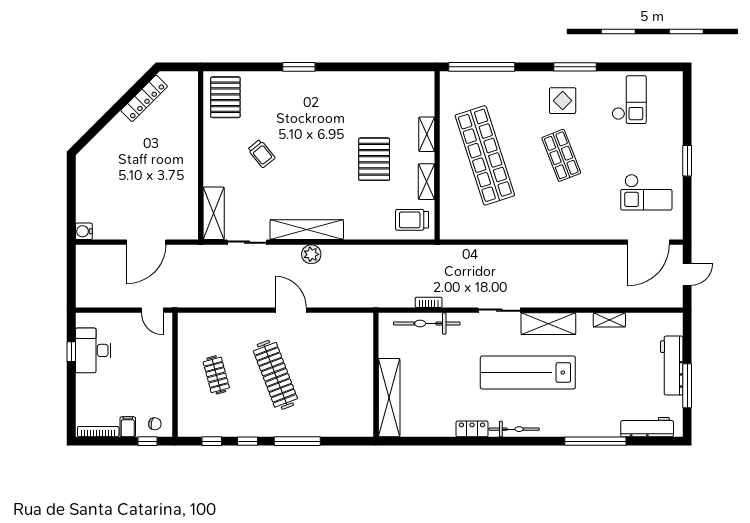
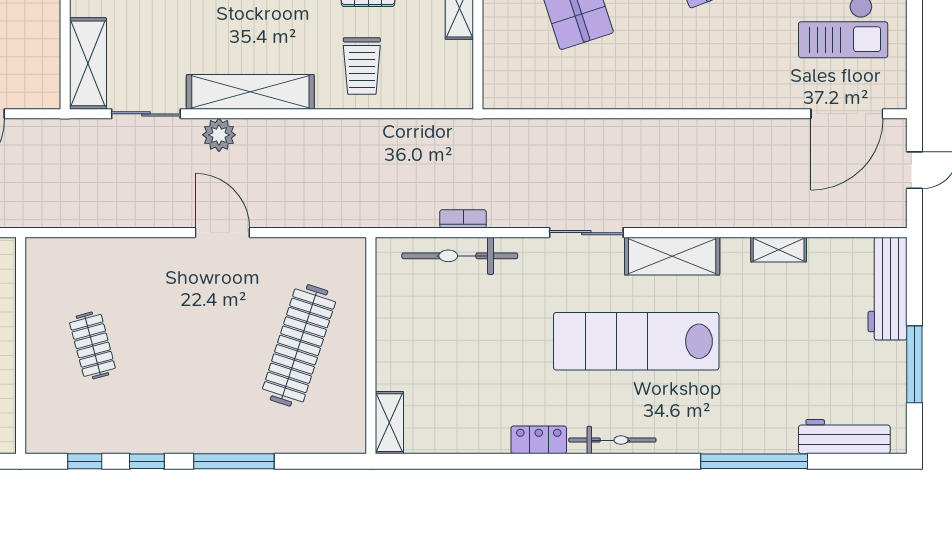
trolley: (412, 220) -> (362, 66), moved, turned -90
plant: (311, 254) -> (219, 135), moved
workbench: (672, 366) -> (888, 289), moved
clothes rail: (275, 375) -> (299, 345), moved, turned 39
shelving: (389, 398) -> (389, 423), width x0.45, depth x0.75

